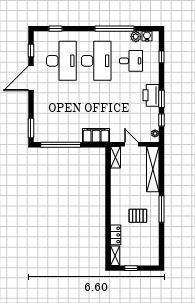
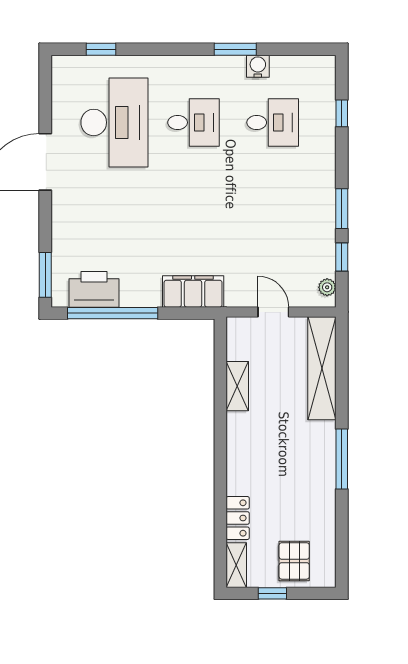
window: (115, 29) -> (235, 49), width x0.47
water cooler: (147, 36) -> (258, 66), moved
plant: (136, 37) -> (283, 67), removed
window: (31, 51) -> (45, 99), removed
desk: (96, 61) -> (193, 122), width x0.53, depth x0.77
printer: (151, 95) -> (94, 289), moved, turned 90
shelving: (115, 157) -> (237, 386), moved
pallet: (138, 216) -> (294, 561), moved, turned 90

